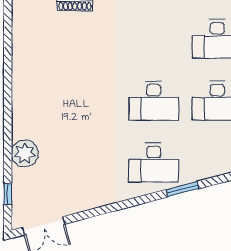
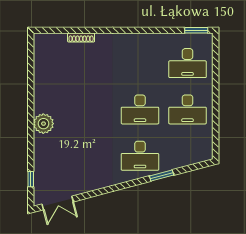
plant: (25, 153) -> (43, 124), moved

